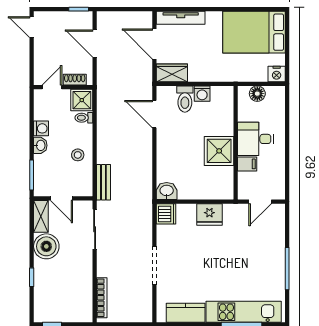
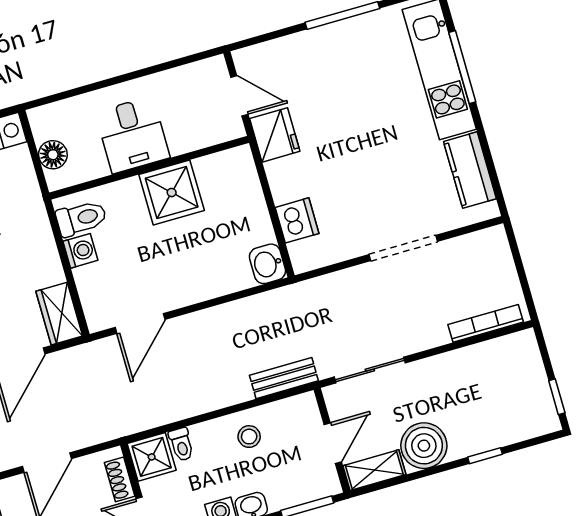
toilet: (185, 99) -> (81, 218), moved
filing cabinet: (247, 164) -> (180, 137), removed
dishwasher: (166, 214) -> (297, 220), moved, turned 90
fridge: (209, 214) -> (275, 135), moved

